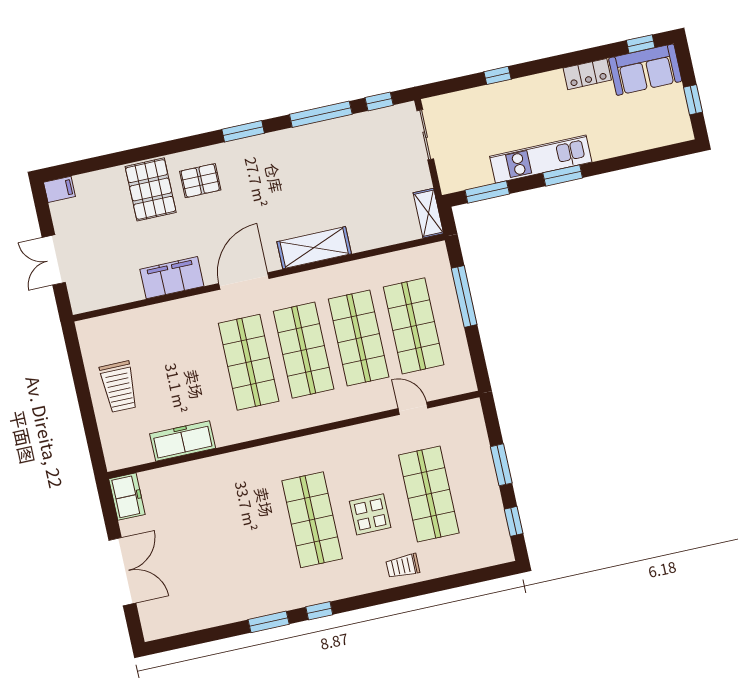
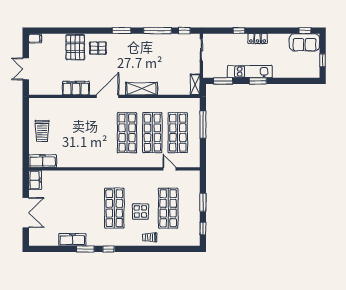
locker: (587, 74) -> (258, 39), moved
shop shelf: (249, 362) -> (102, 133), removed
freezer: (183, 441) -> (43, 161), moved
freezer: (236, 608) -> (72, 240), added

